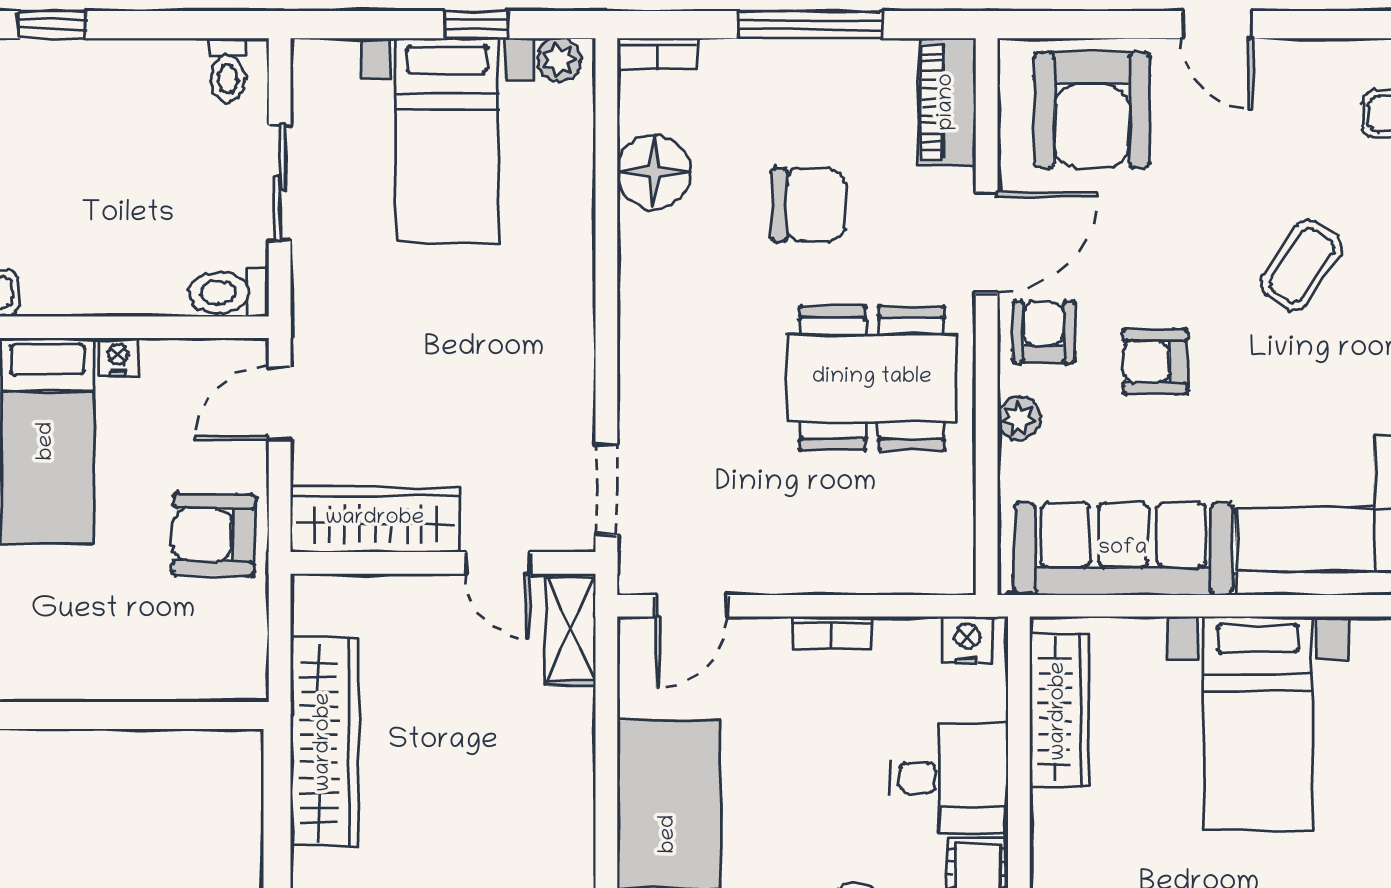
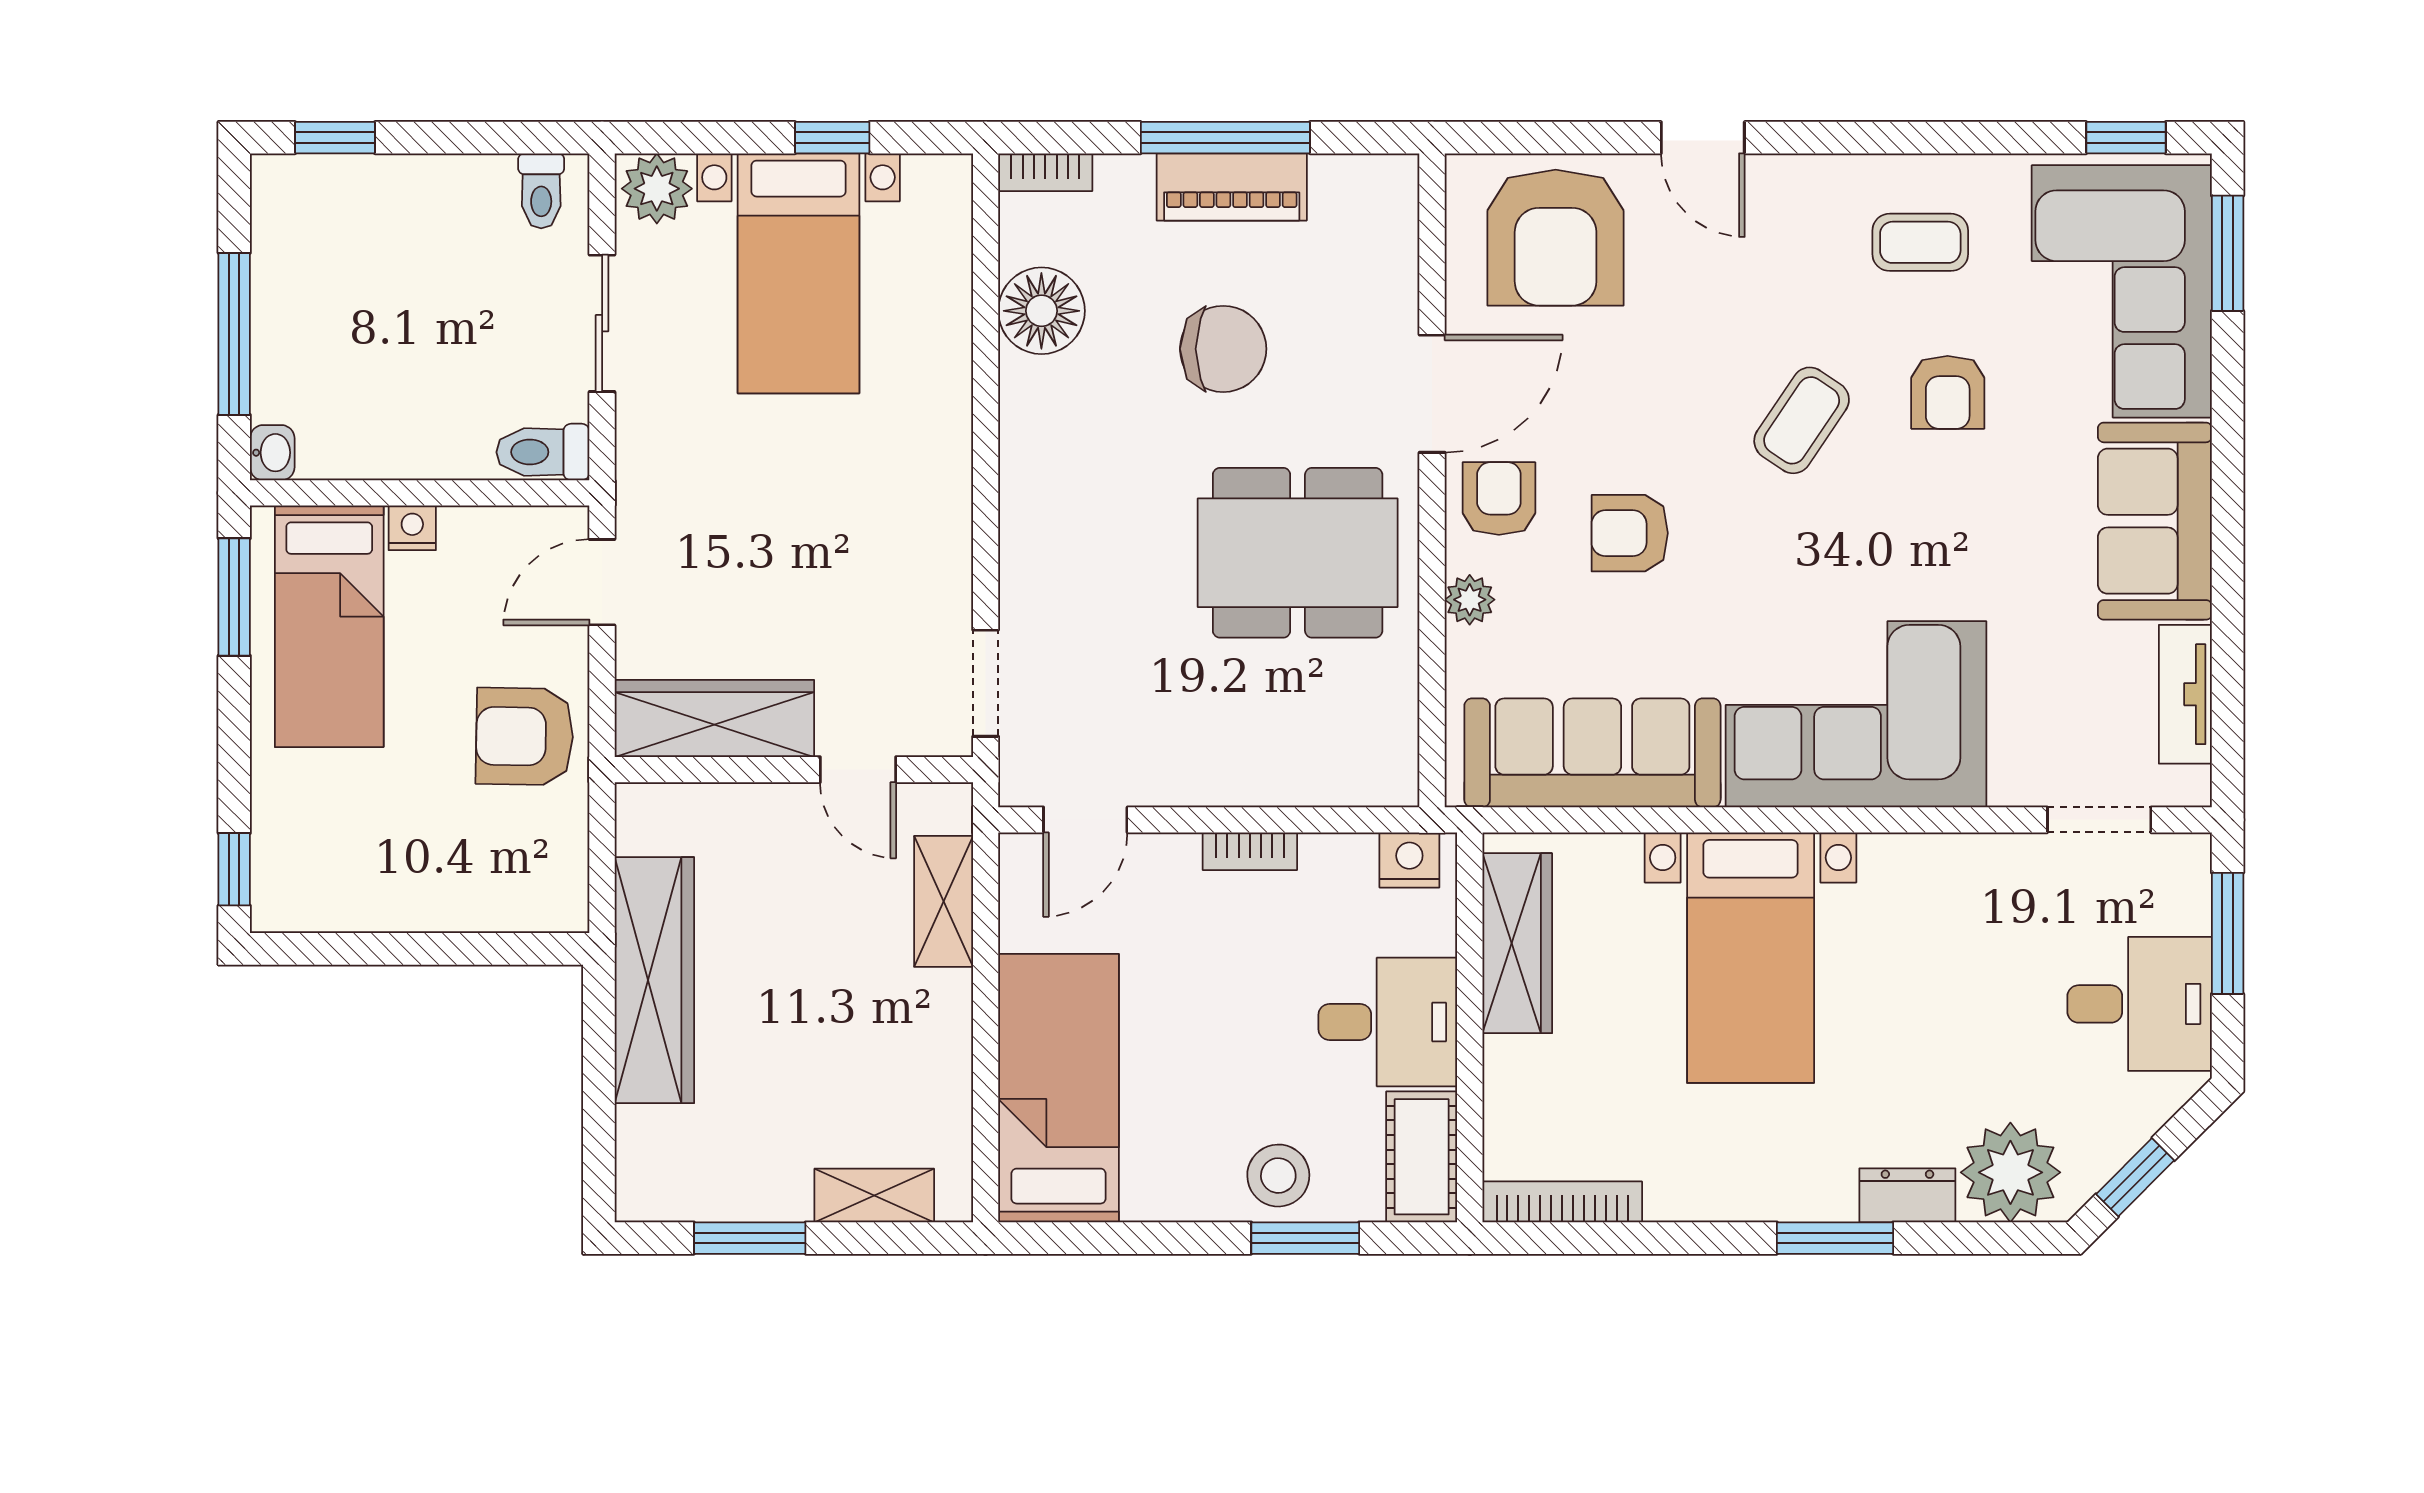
plant: (559, 60) -> (657, 189), moved, width x1.38, depth x1.38
piano: (947, 102) -> (1232, 187), moved, turned -90
shelving: (571, 629) -> (944, 901), moved

